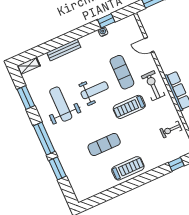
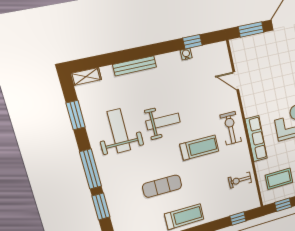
exercise mat: (122, 72) -> (199, 106), removed
treadmill: (129, 107) -> (199, 148), turned 180

